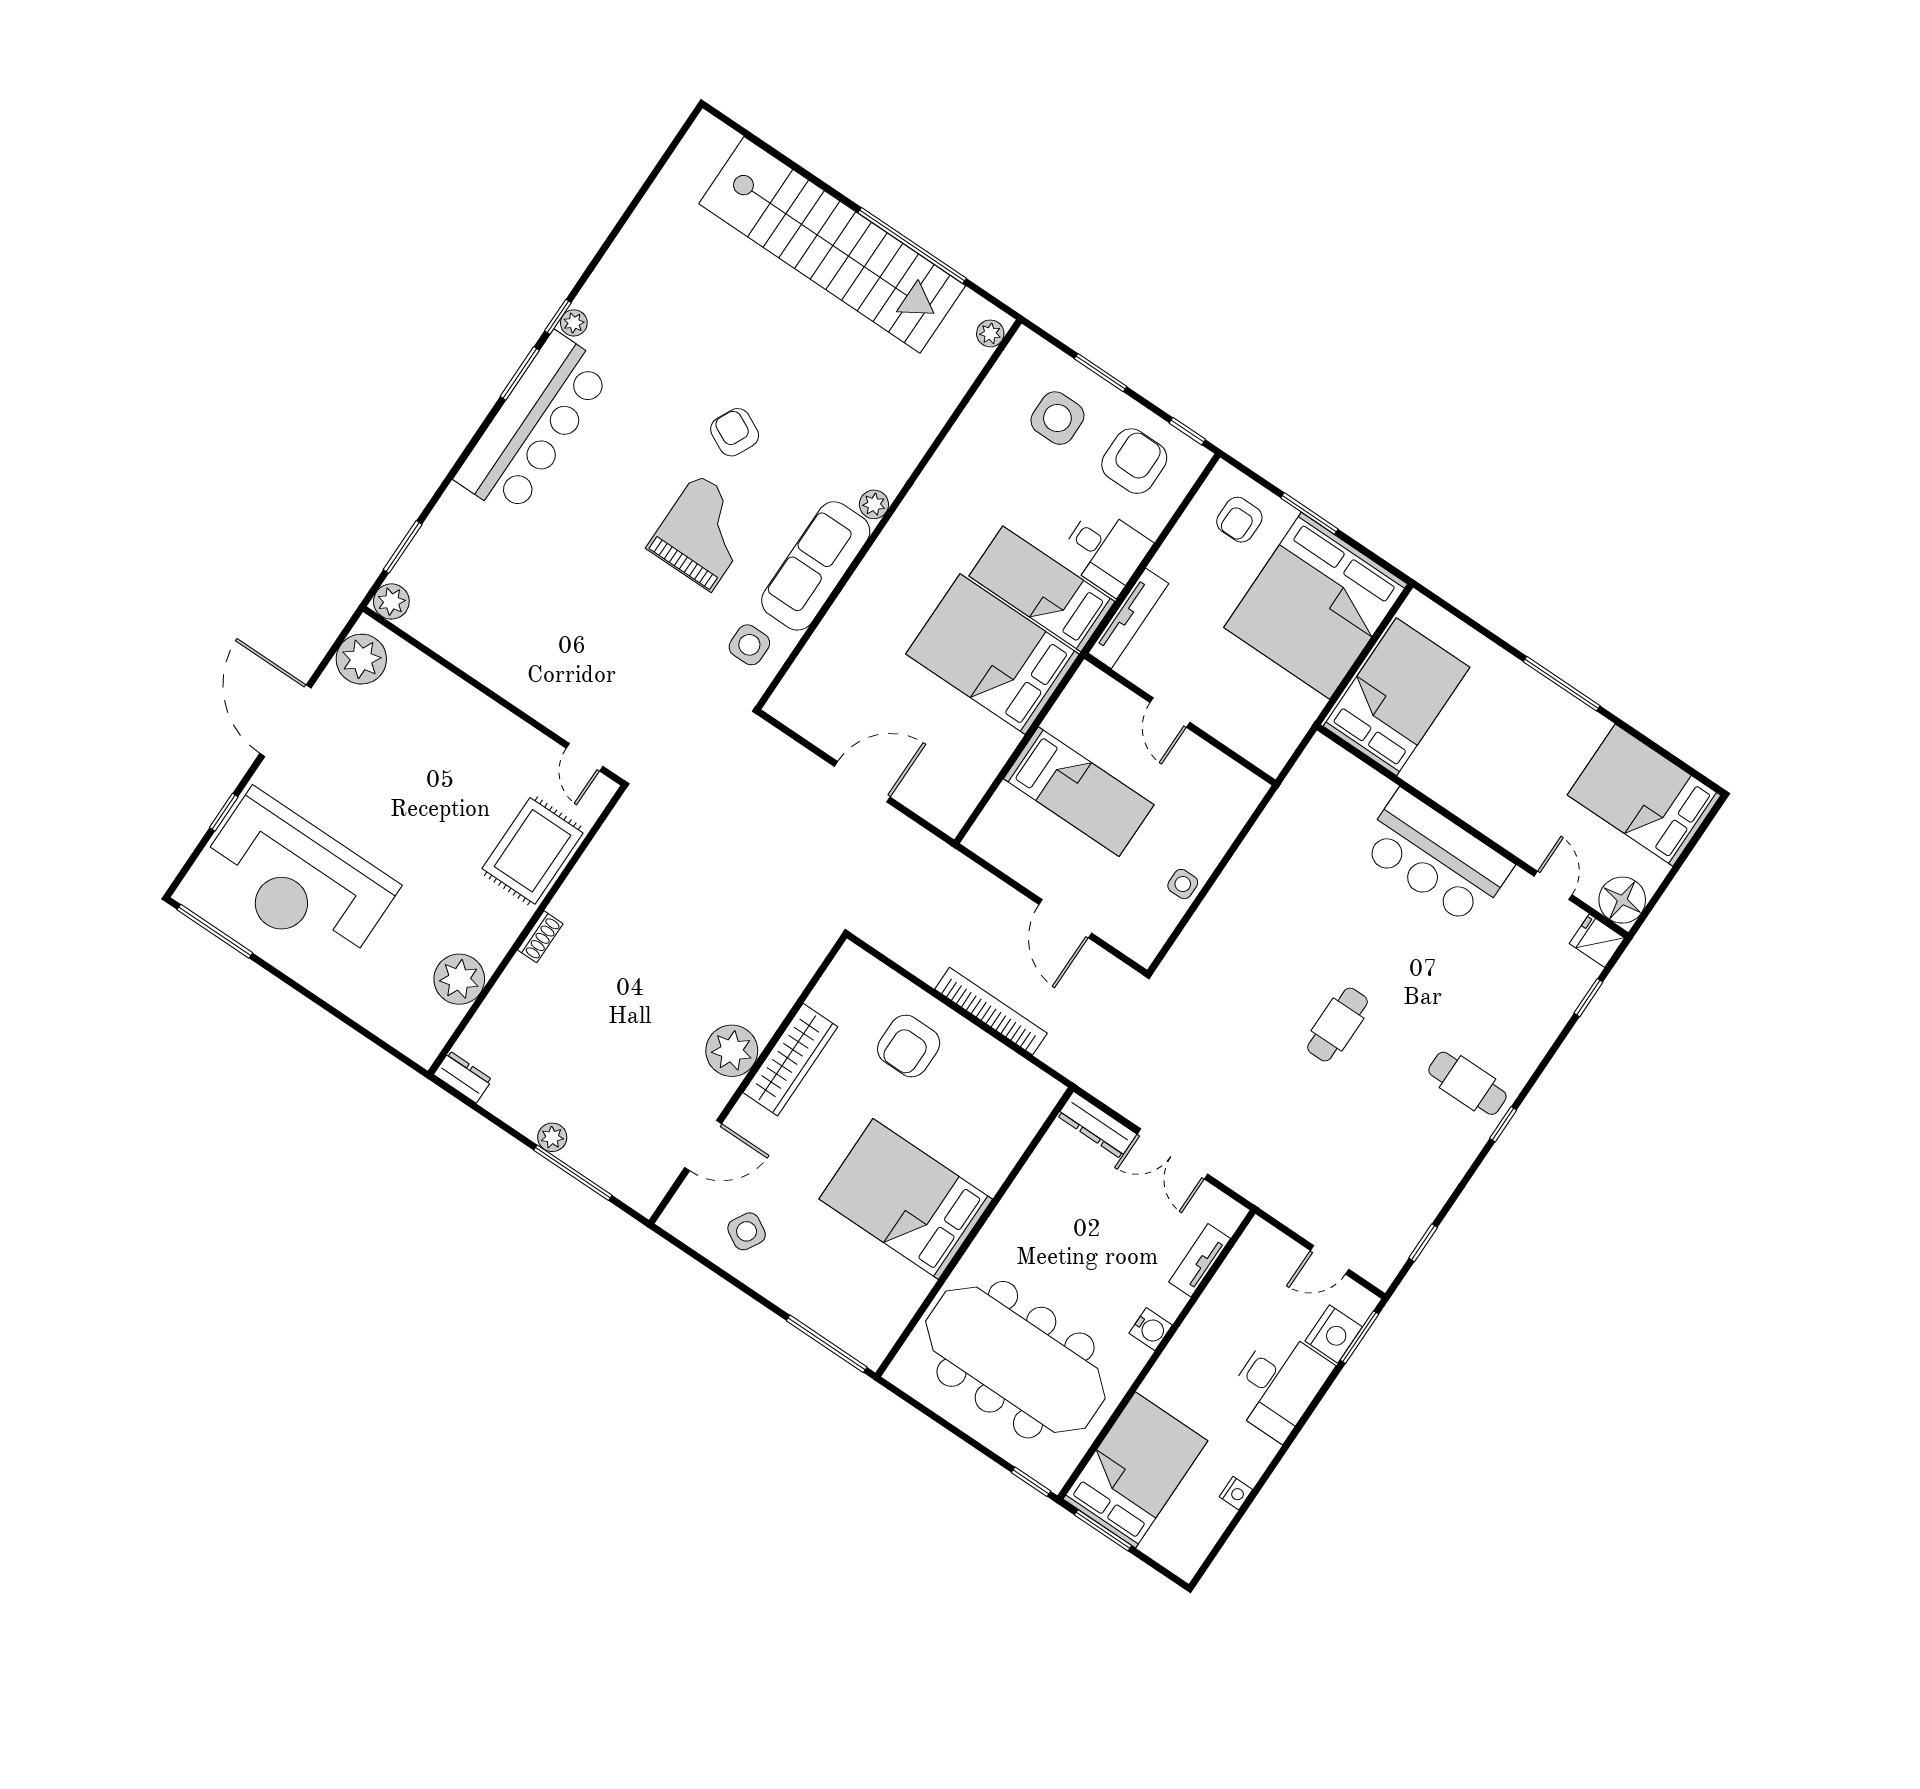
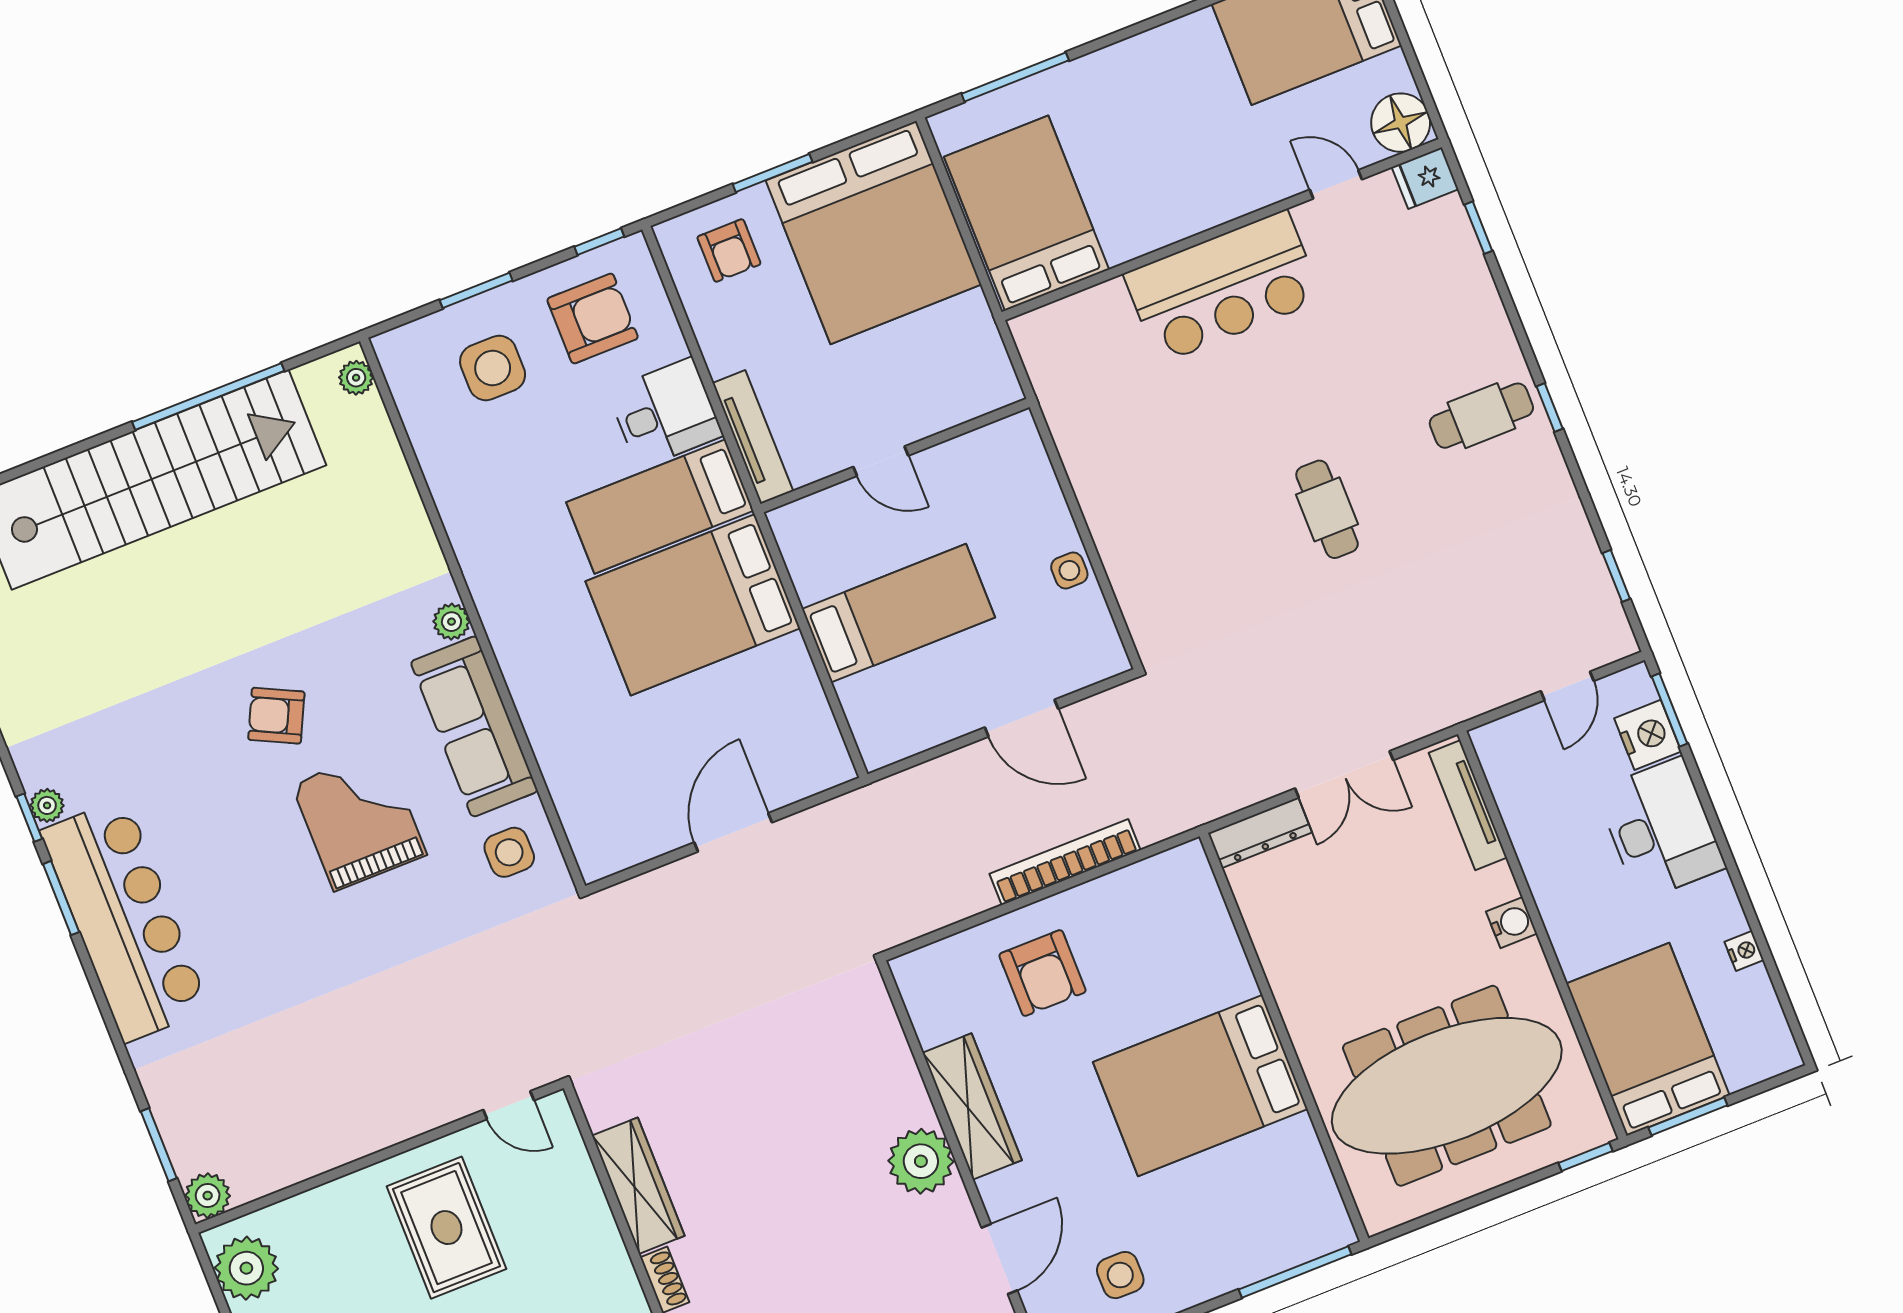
armchair: (1134, 461) -> (593, 319), turned 90
window: (1562, 684) -> (1015, 77), moved
rug: (532, 851) -> (446, 1228), moved
wardrobe: (590, 878) -> (638, 1186), added
side table: (747, 1231) -> (1120, 1275), turned -30
tv unit: (1200, 1260) -> (1468, 805), width x1.41

